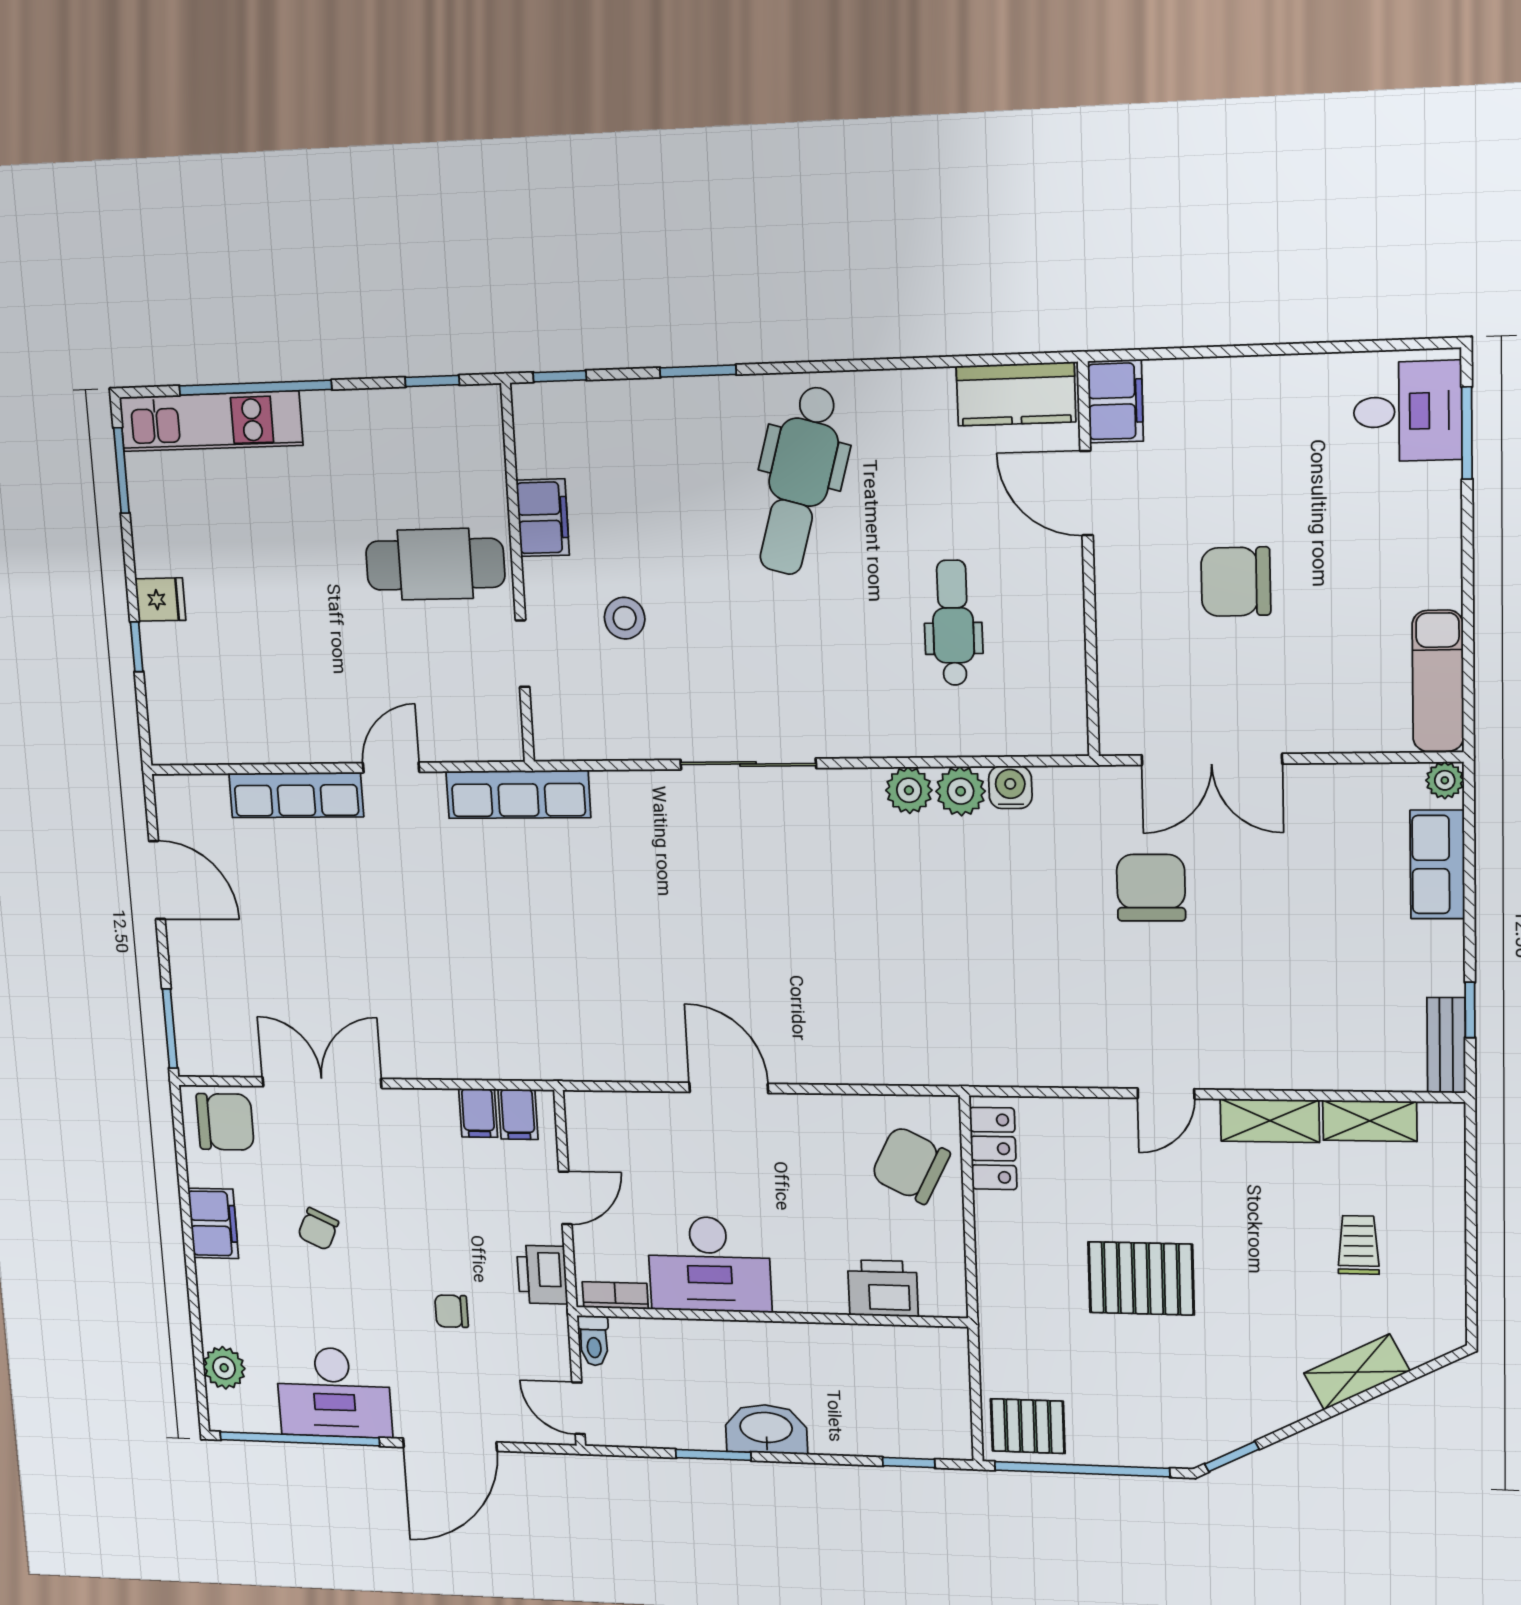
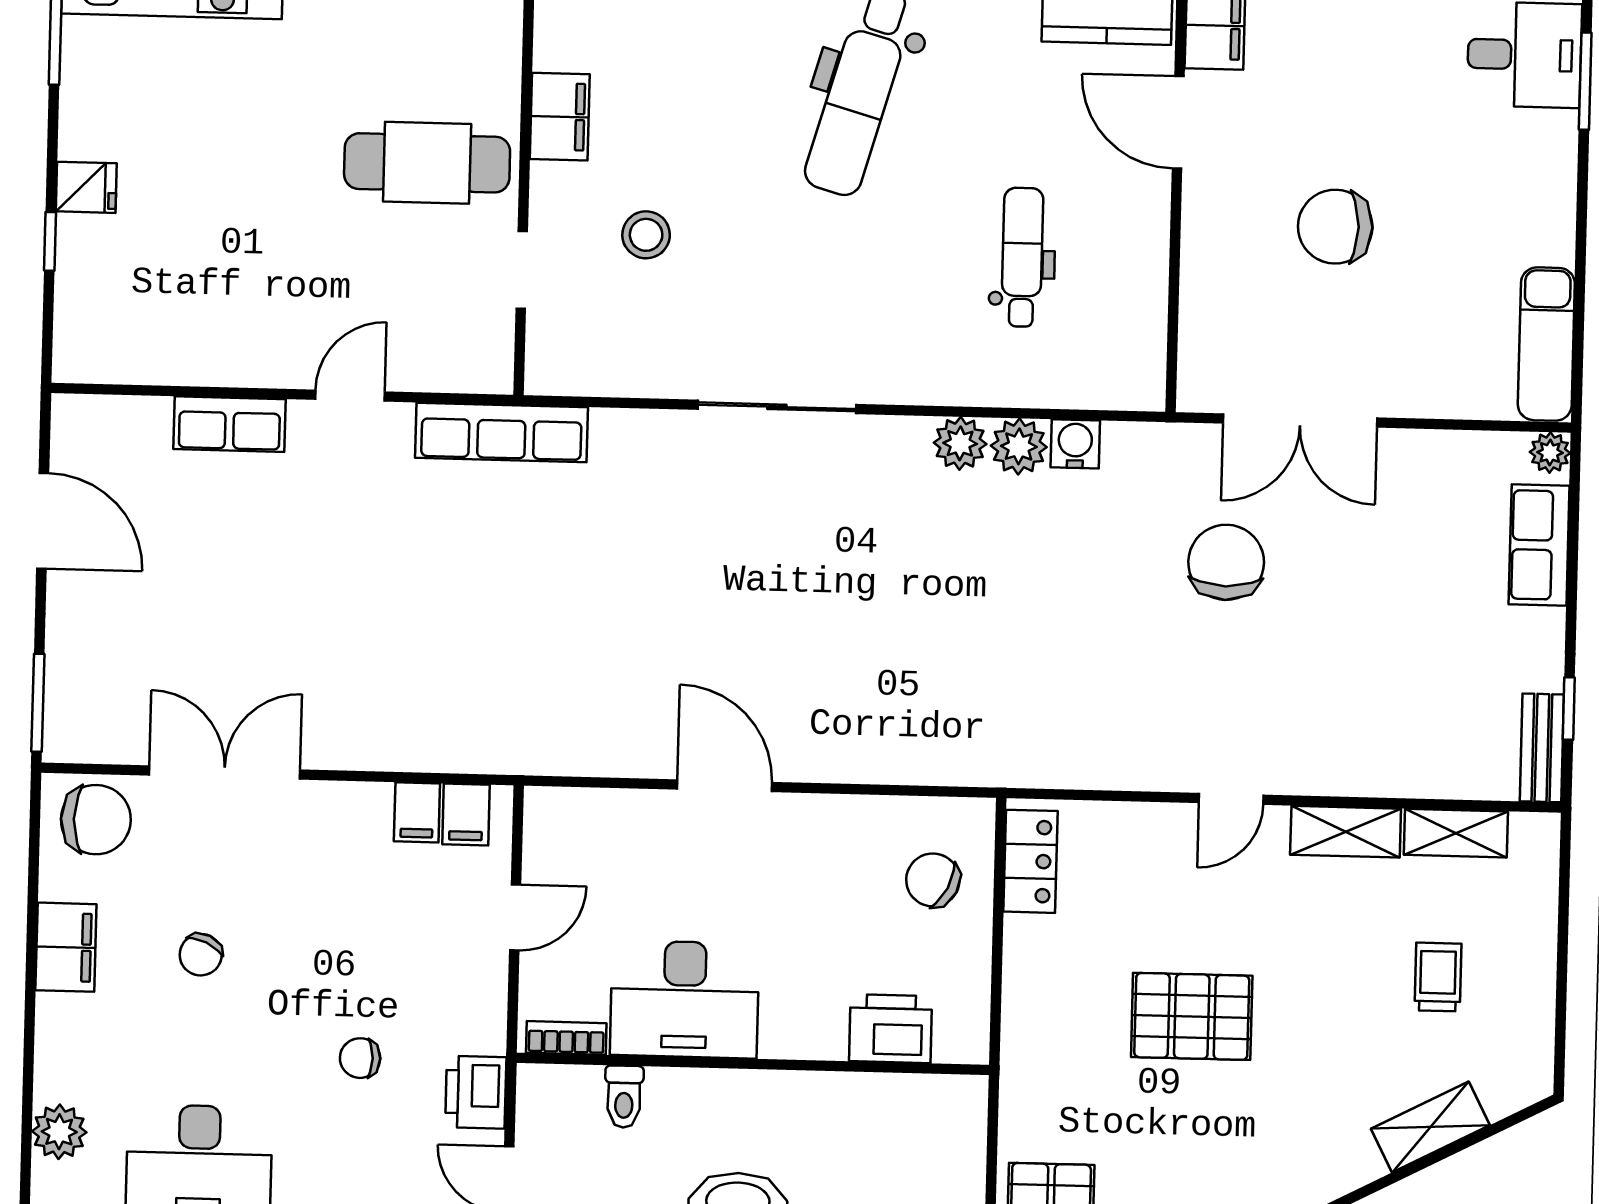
row of seats: (296, 795) -> (229, 424), width x0.68
chair: (910, 1165) -> (933, 880), width x0.73, depth x0.73
printer: (542, 1275) -> (476, 1092), moved
toilet: (594, 1341) -> (624, 1097), moved

